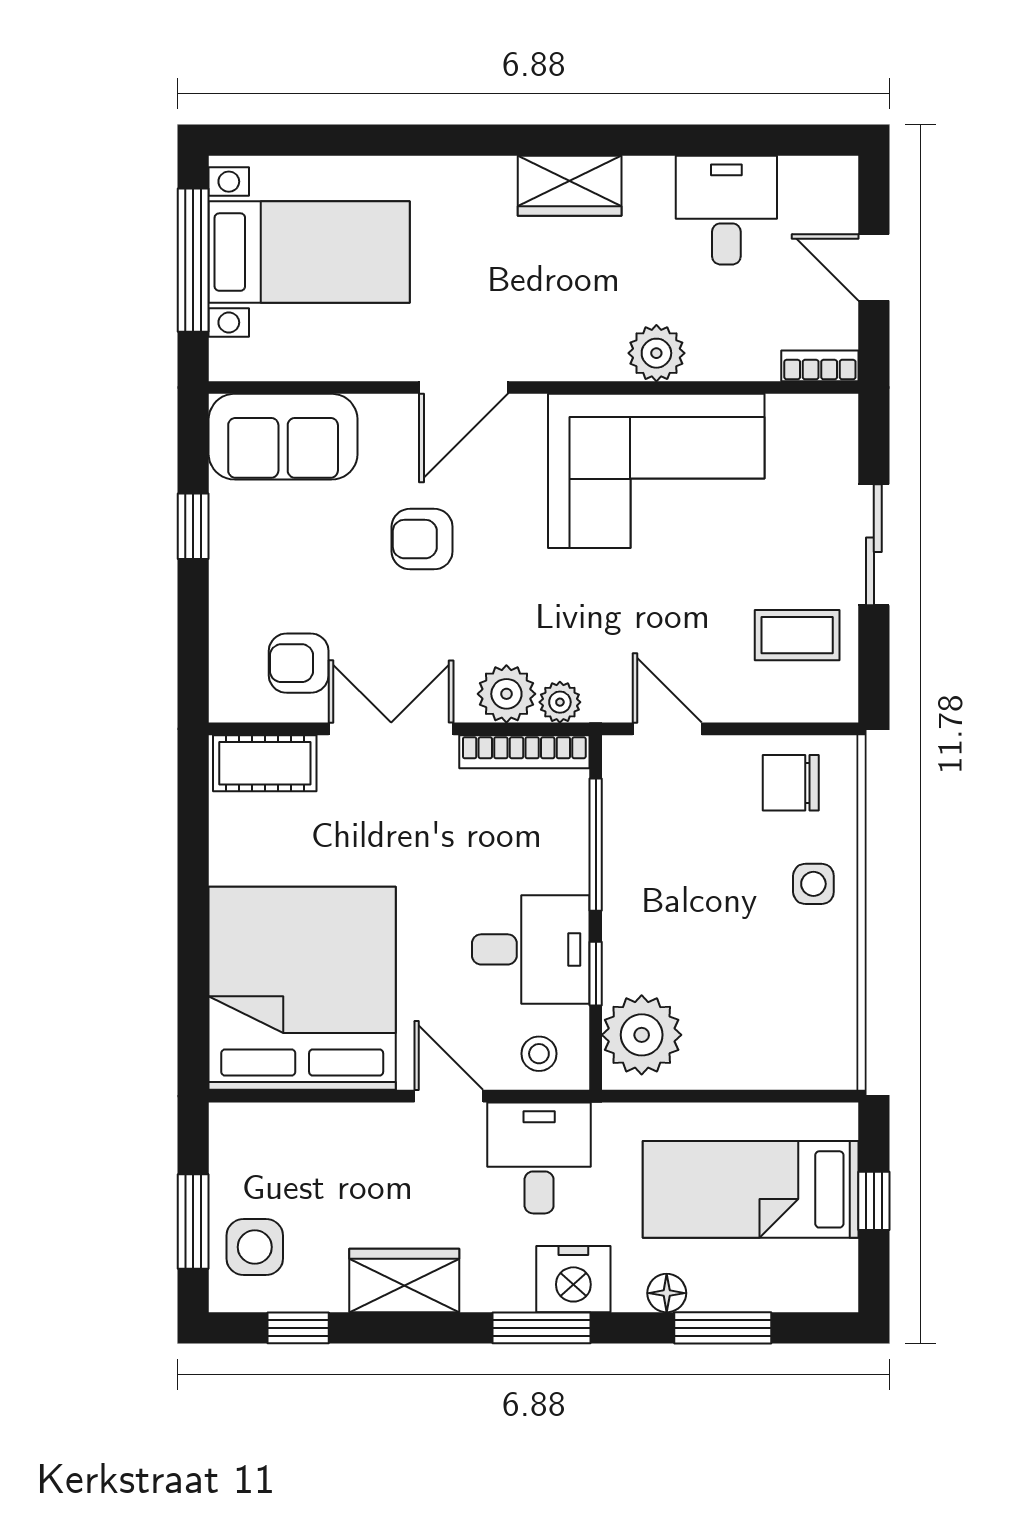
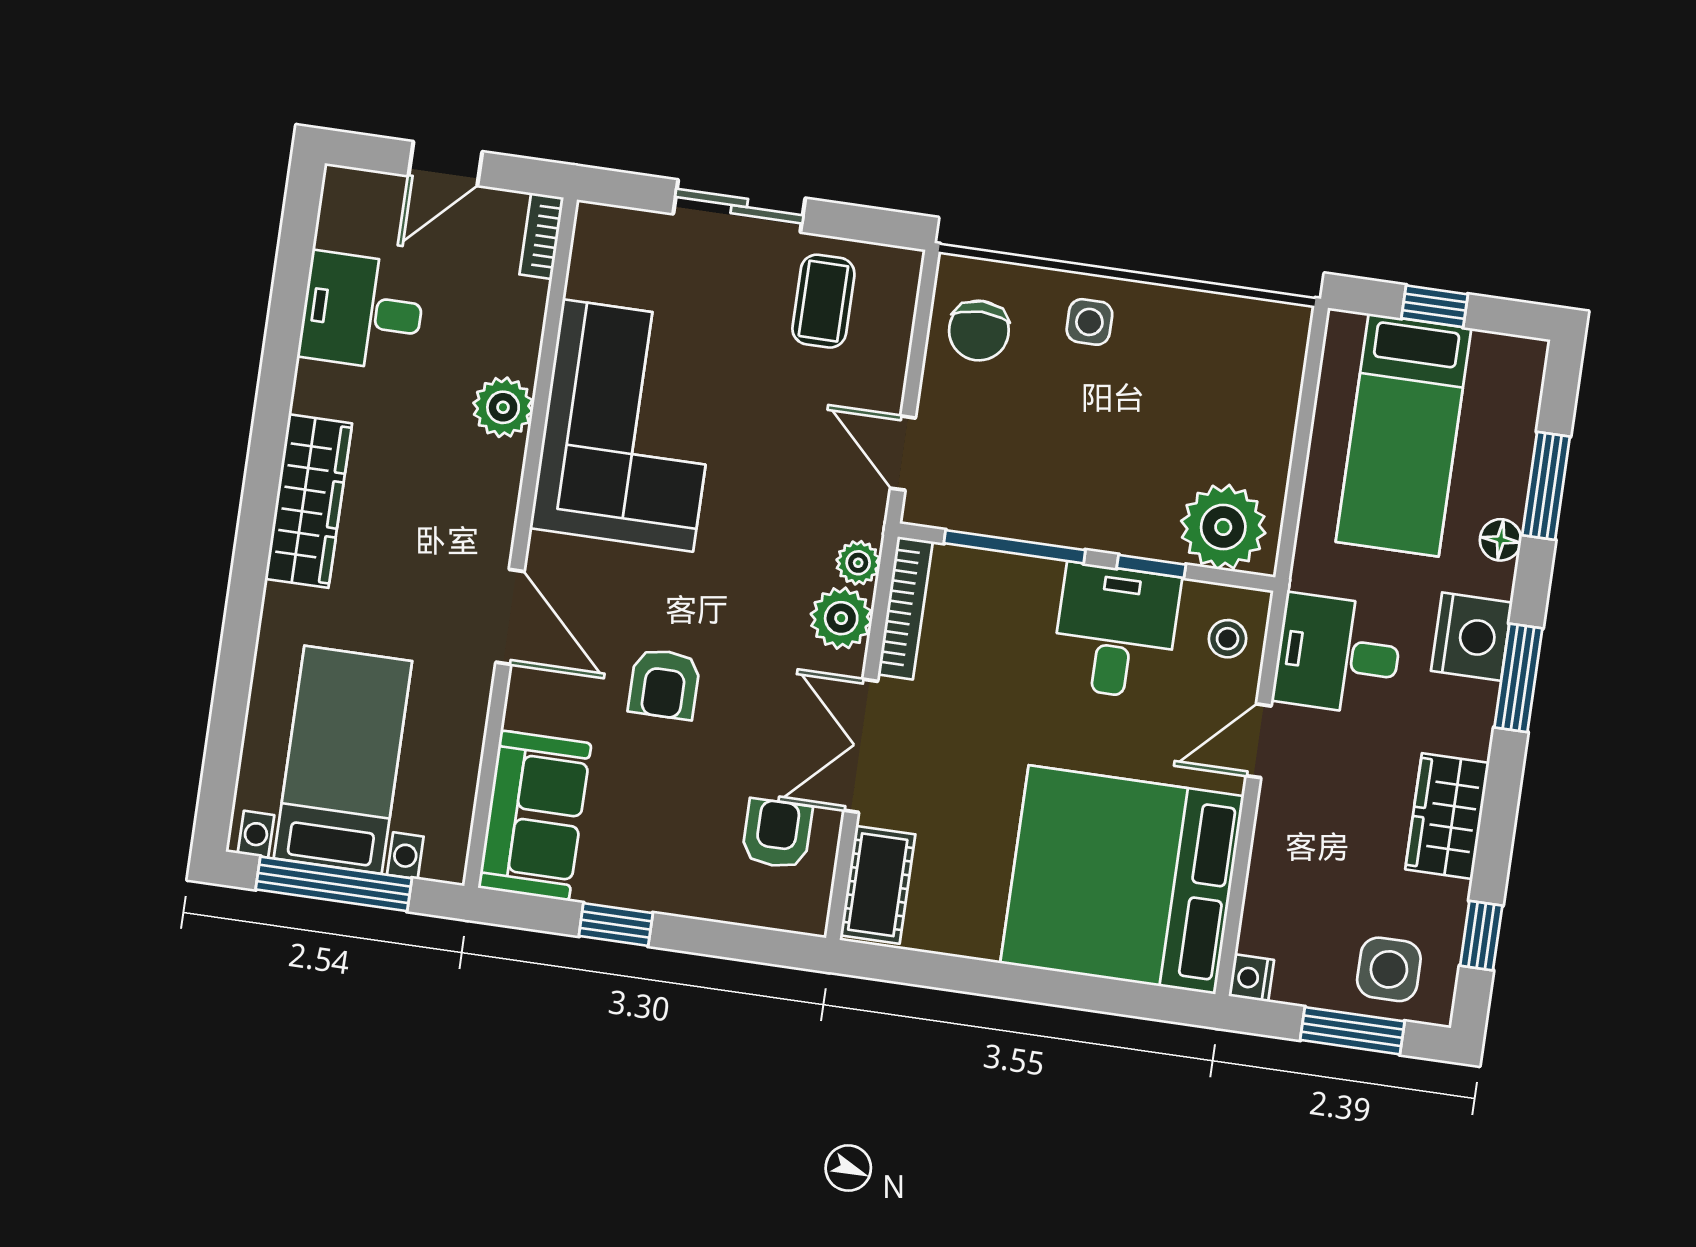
wardrobe: (570, 186) -> (309, 501), width x1.50
armchair: (299, 663) -> (777, 834), turned 180
door: (667, 729) -> (903, 453), hinge flipped
nightstand: (228, 1121) -> (1251, 978), added

